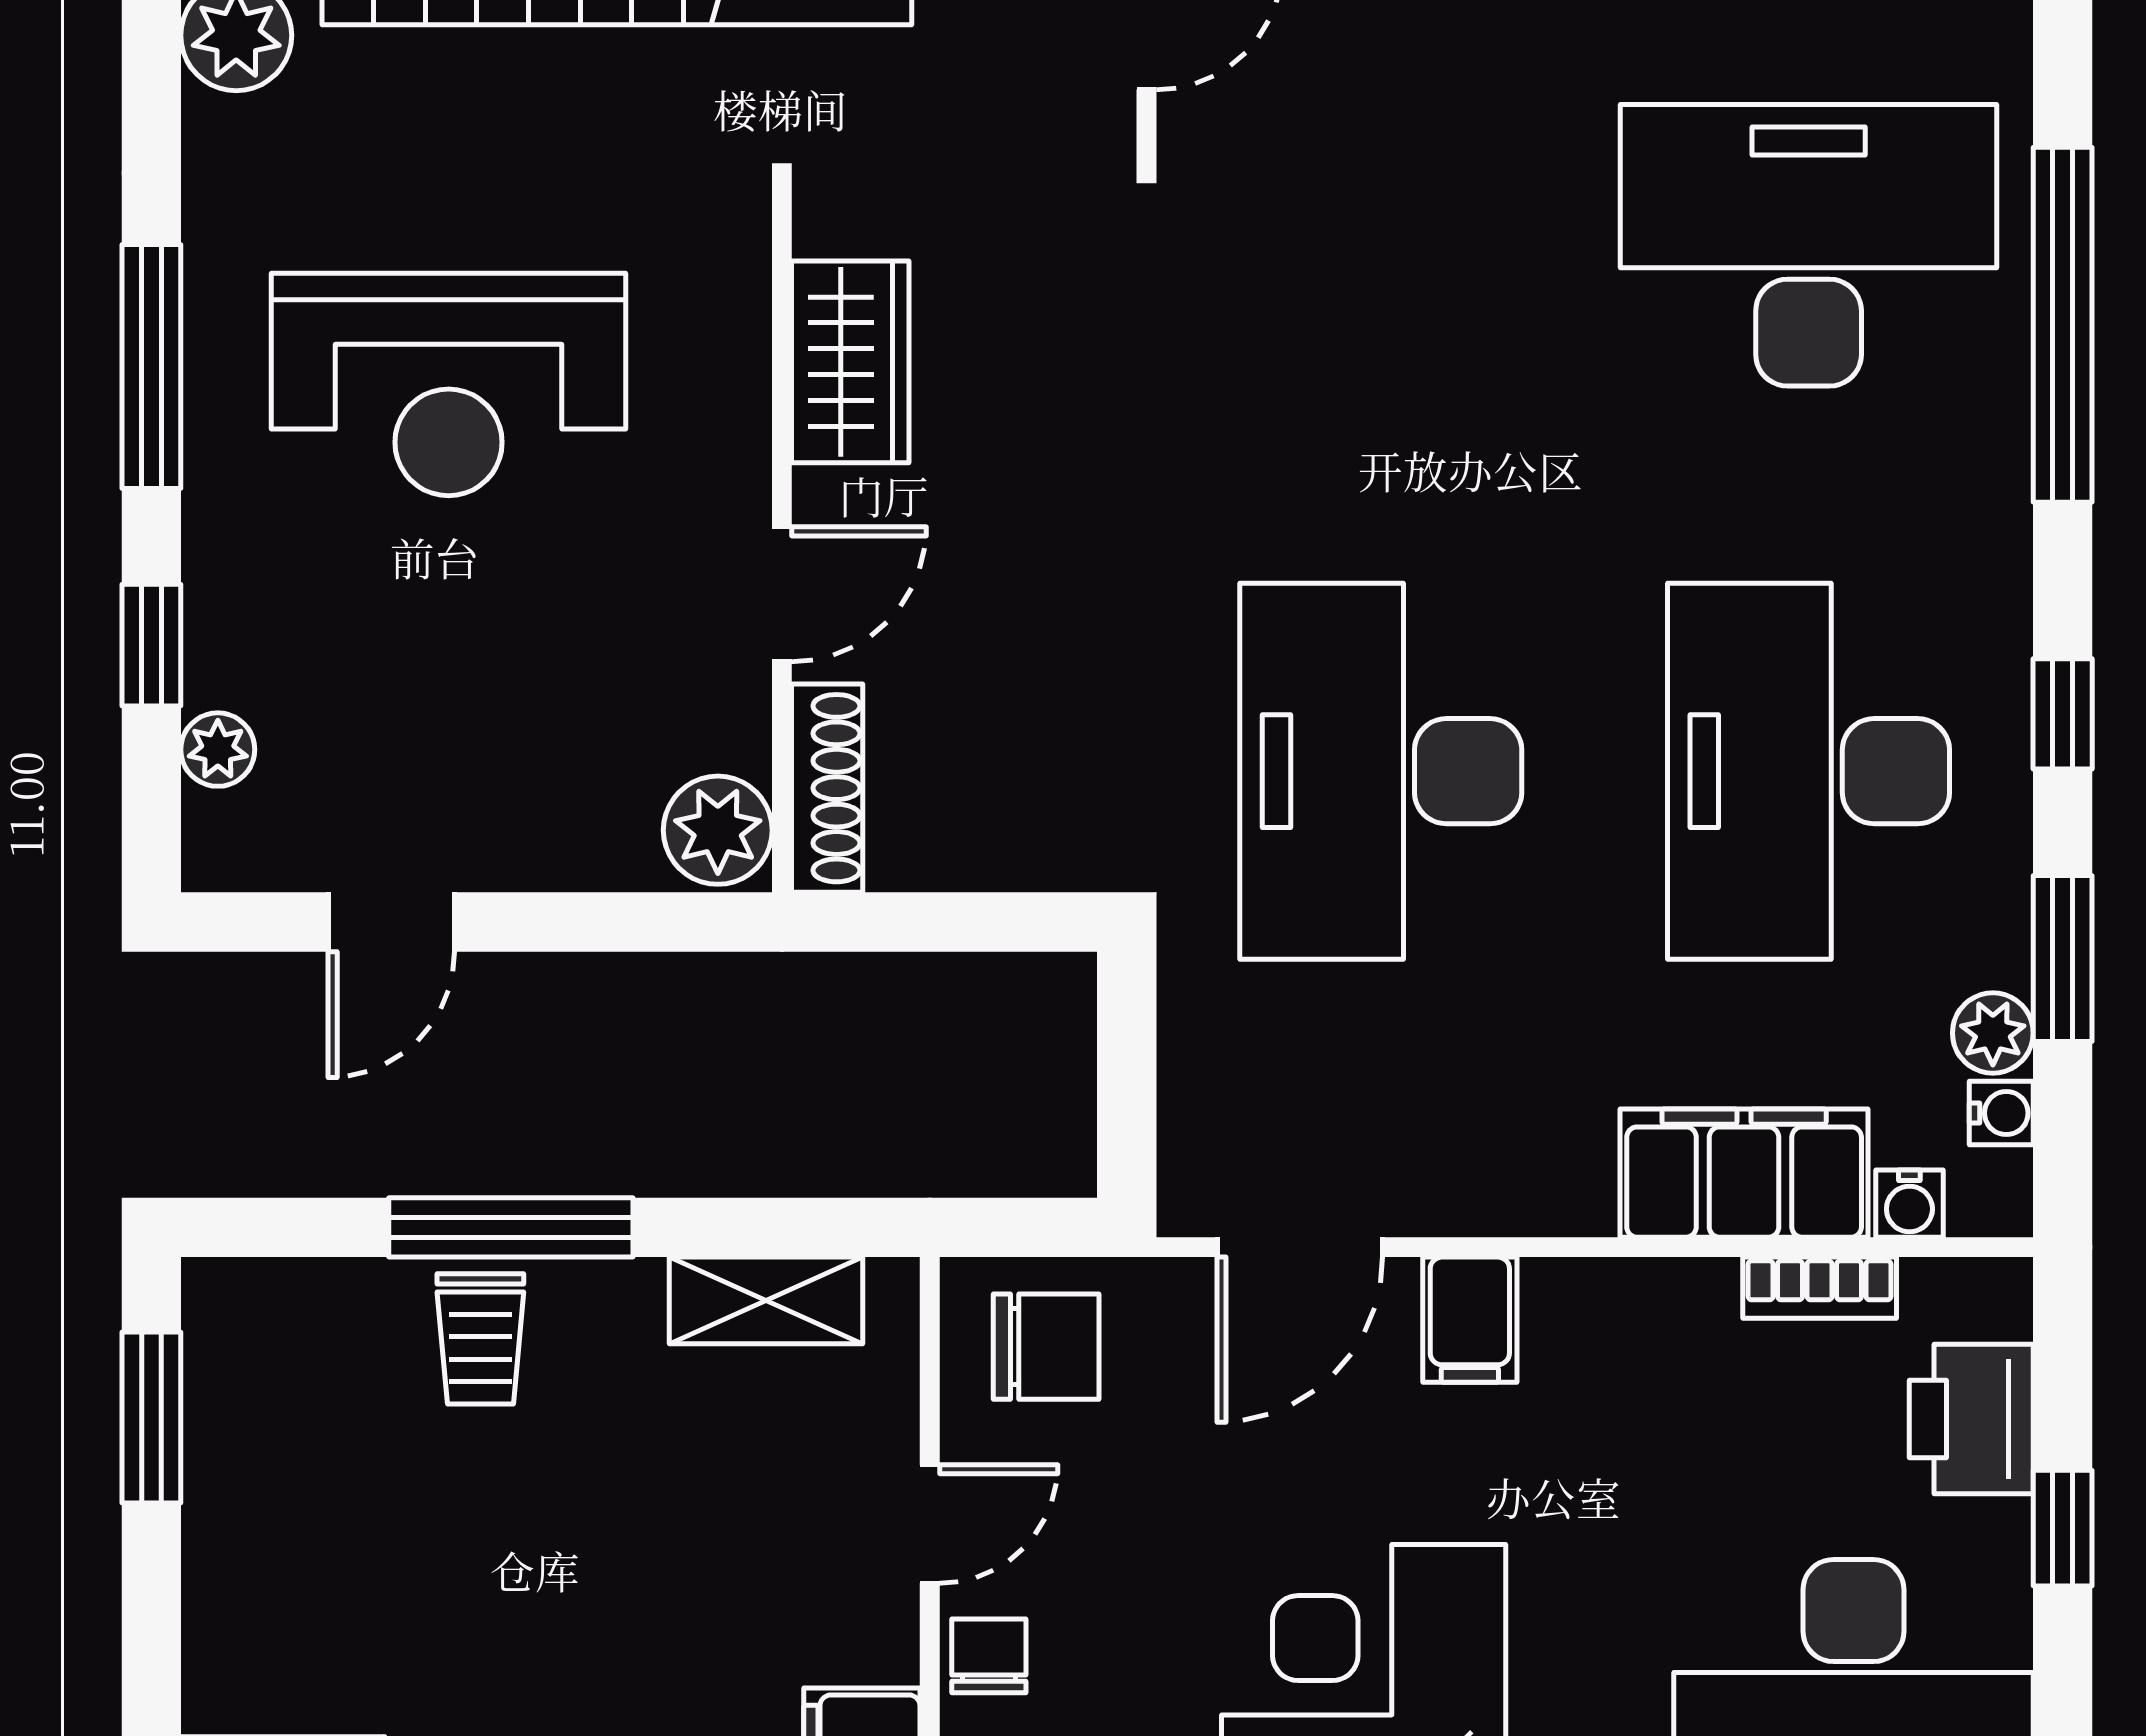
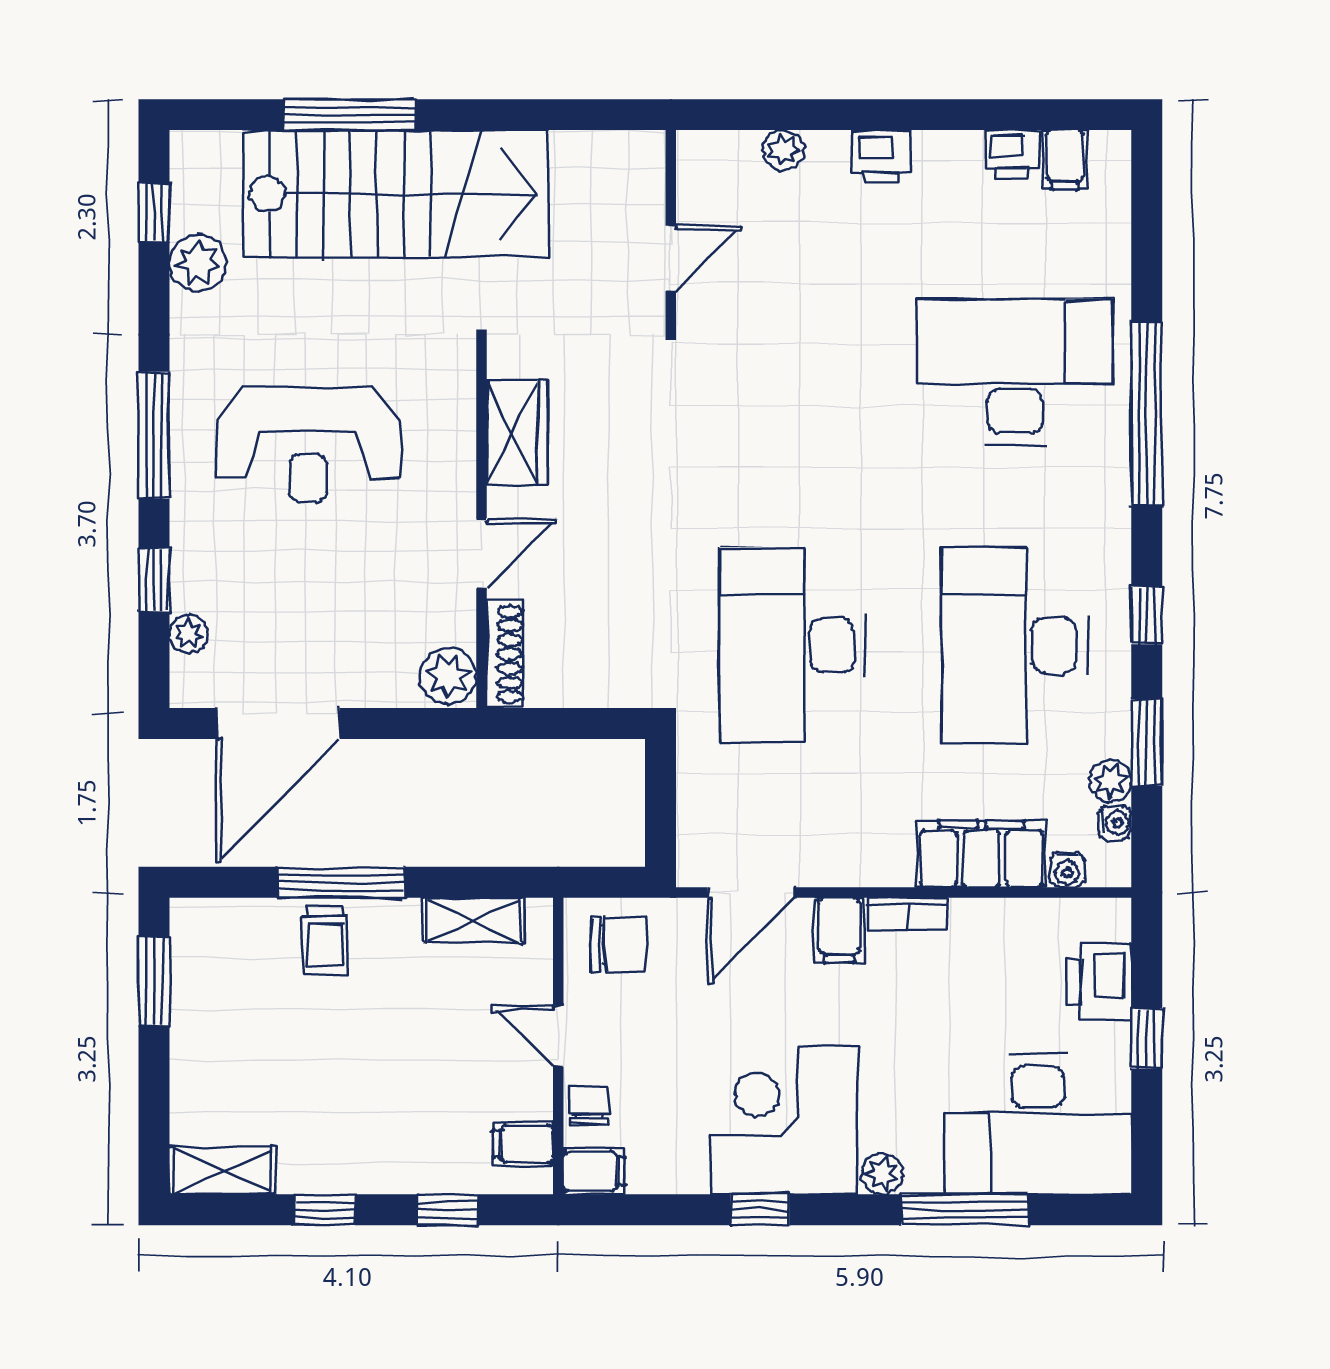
door: (391, 922) -> (279, 724), width x1.87
bookcase: (1820, 1288) -> (907, 914), moved
door: (930, 1524) -> (558, 1036), swing flipped

